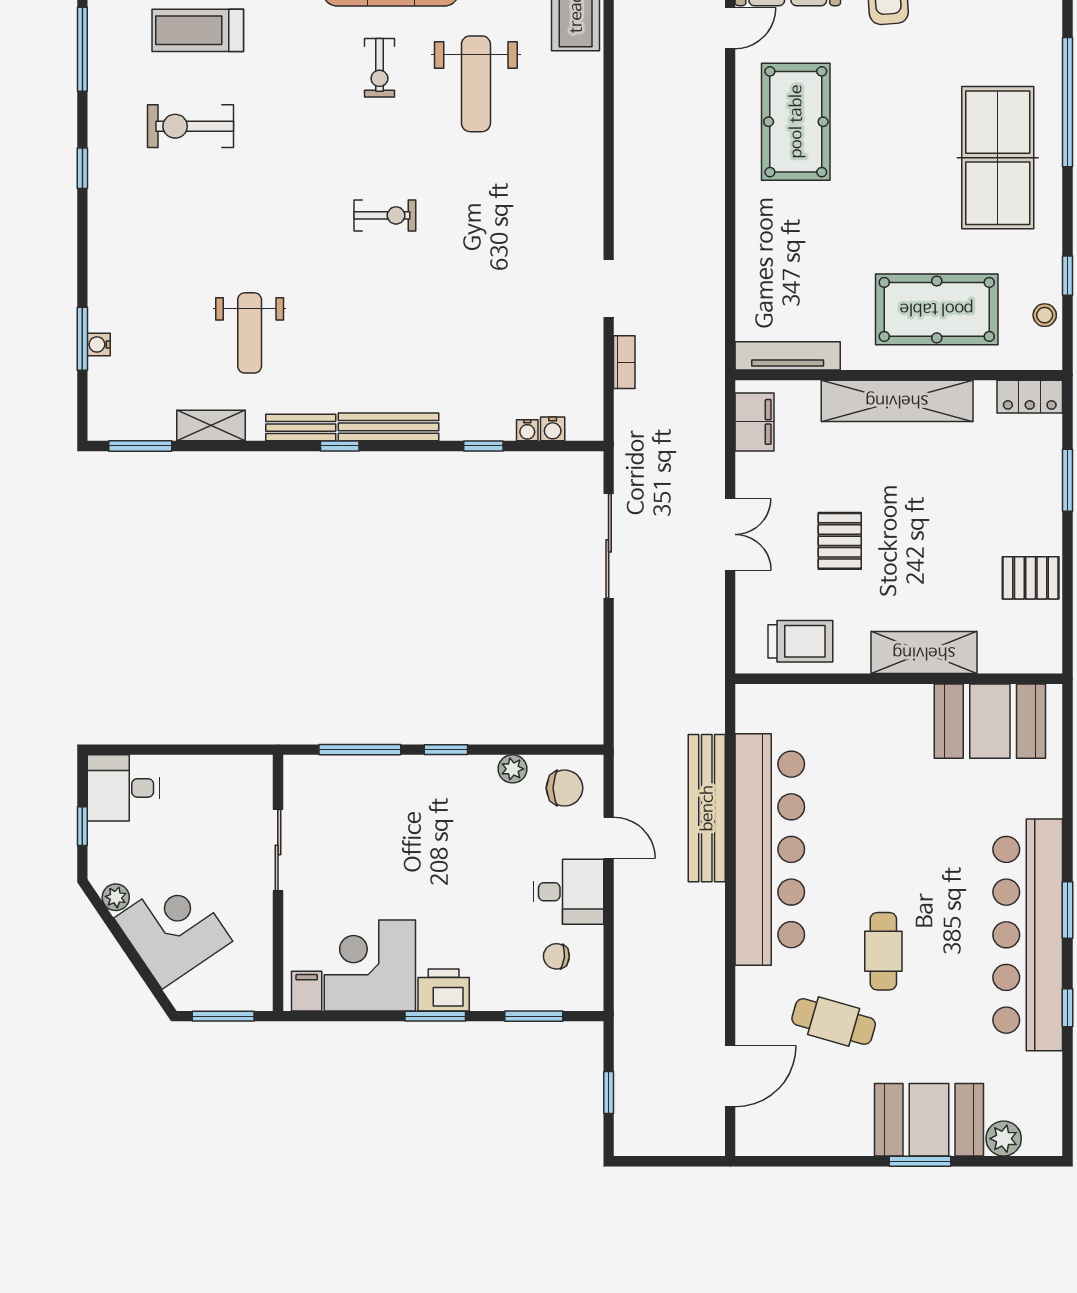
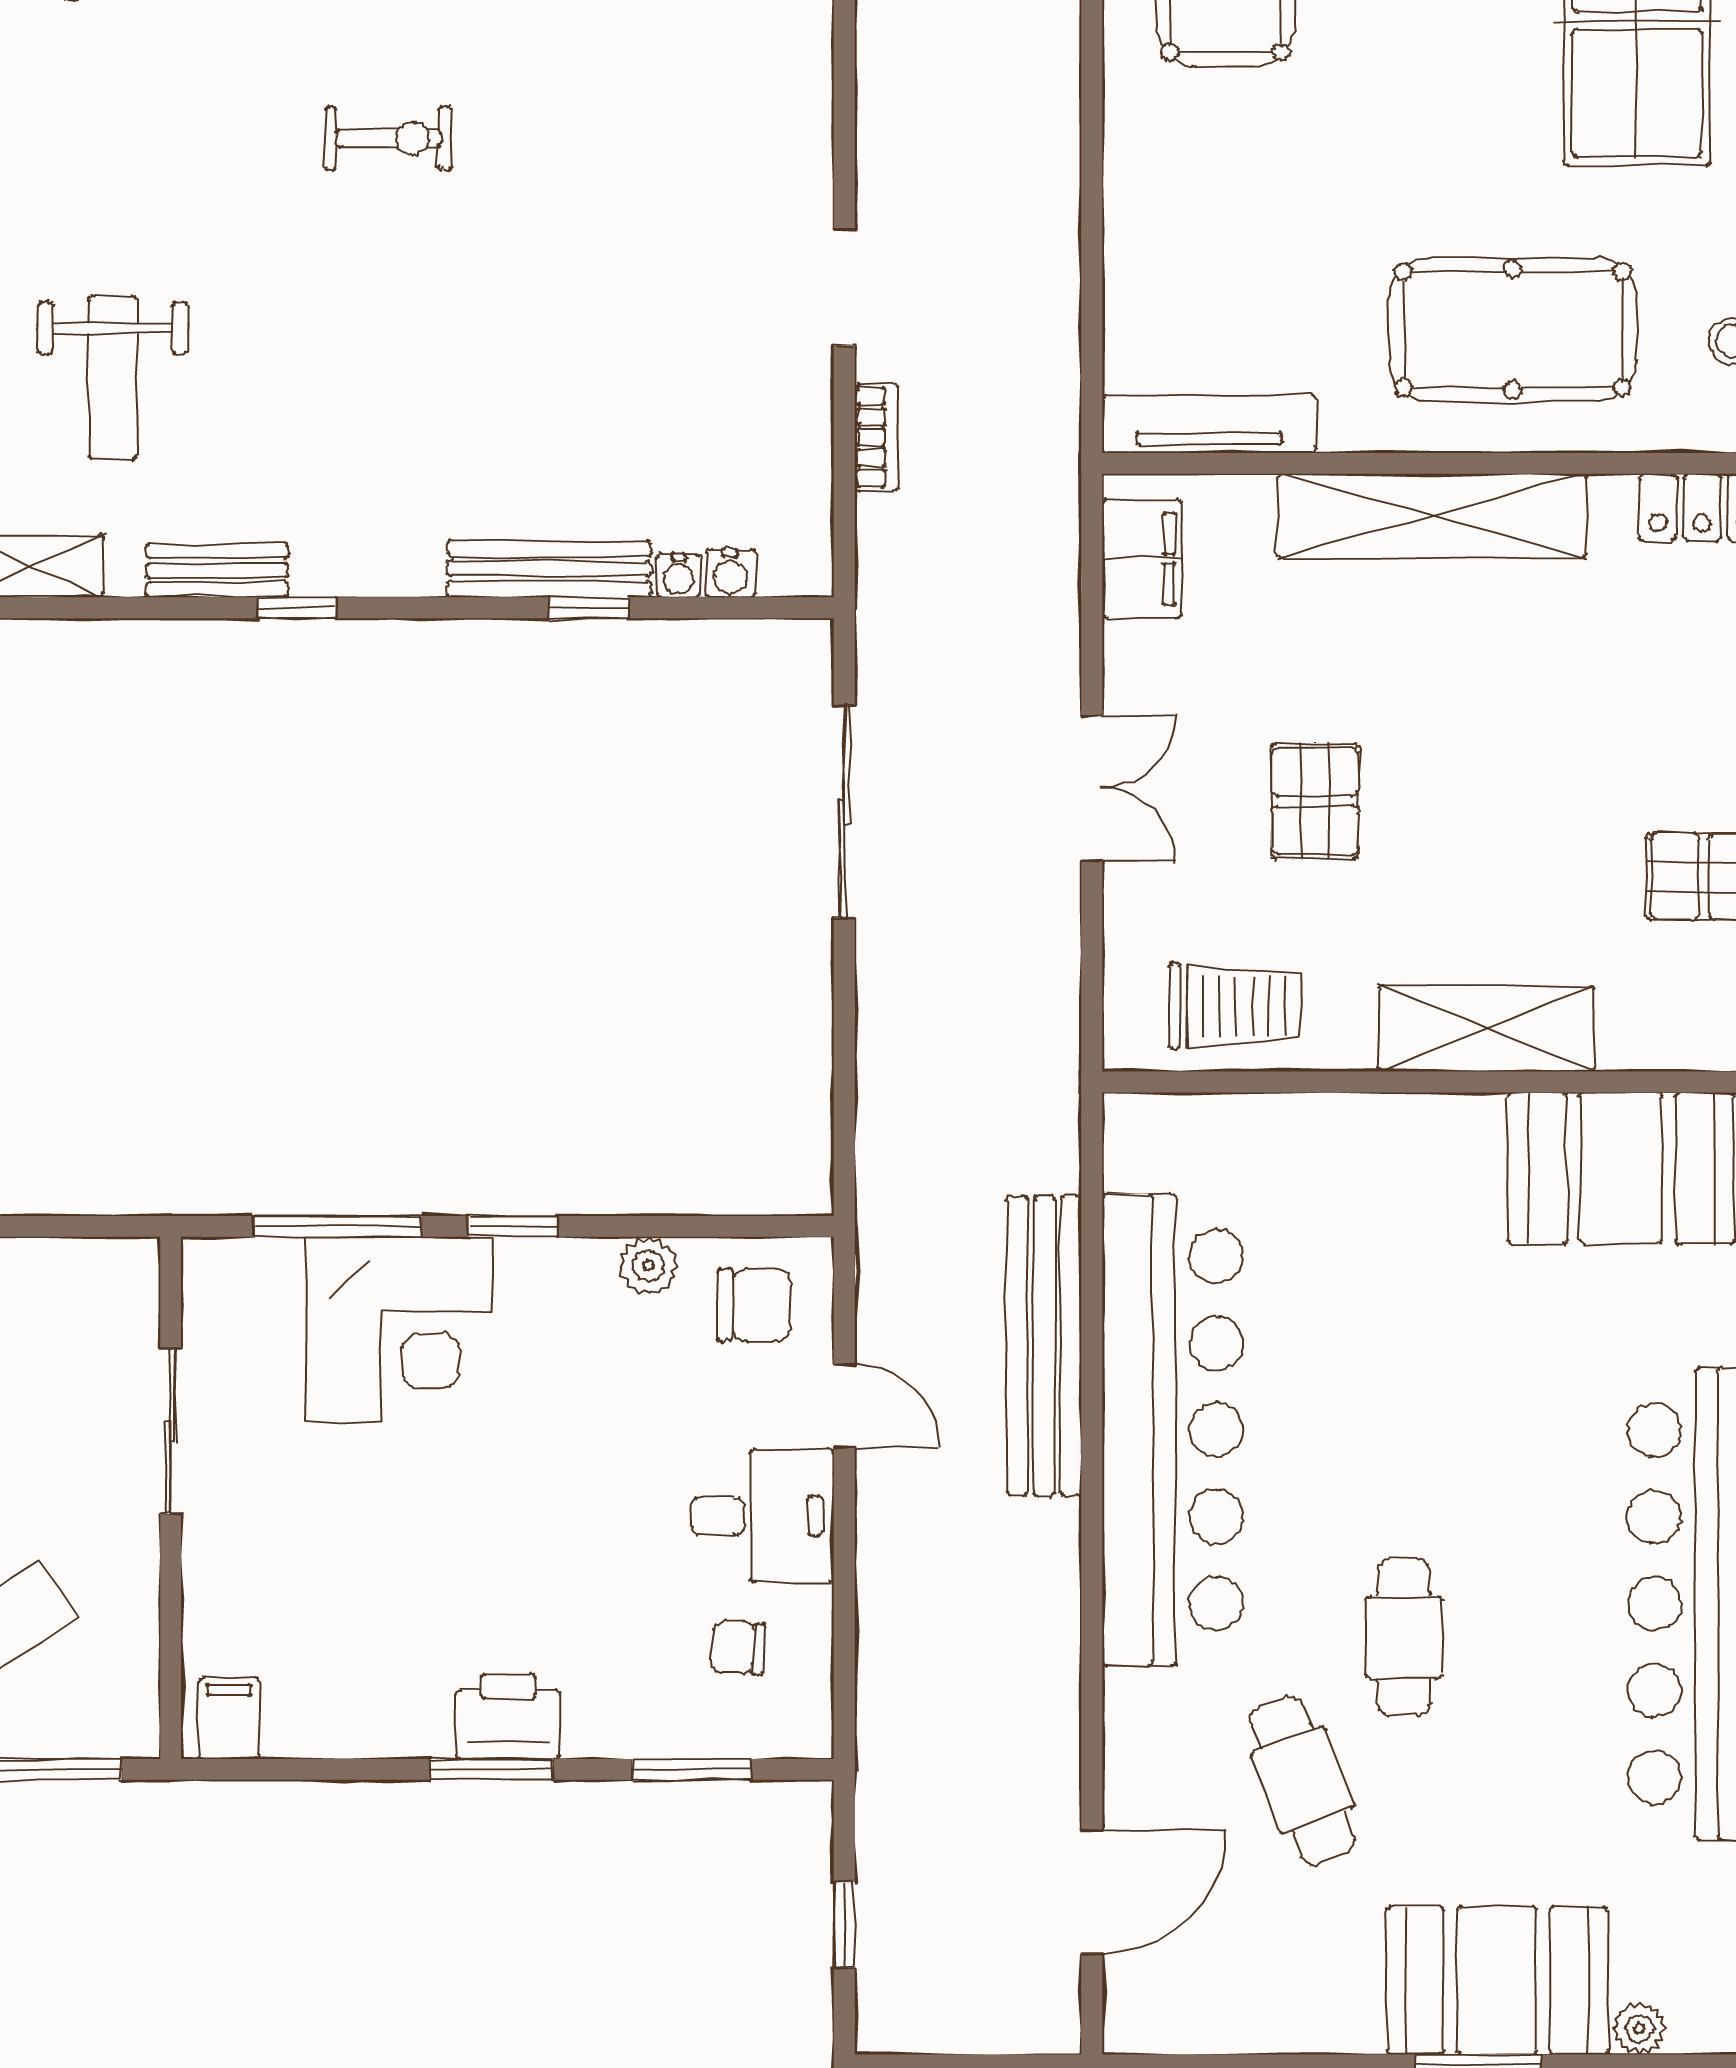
bench: (389, 427) -> (549, 569), moved
corner desk: (370, 966) -> (399, 1329), moved, turned 180
cafe table: (834, 1021) -> (1303, 1780), turned 53
plant: (1004, 1139) -> (1639, 2029), width x0.73, depth x0.73

